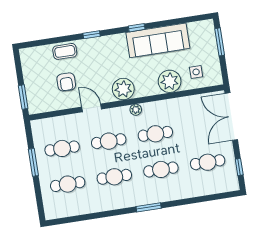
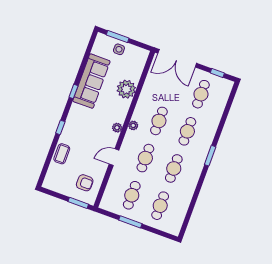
side table: (196, 72) -> (119, 49), moved
armchair: (66, 82) -> (85, 183), moved
plant: (123, 89) -> (117, 128), width x0.53, depth x0.53

